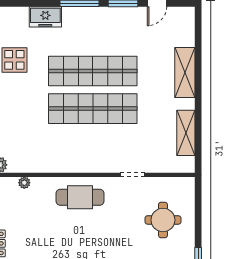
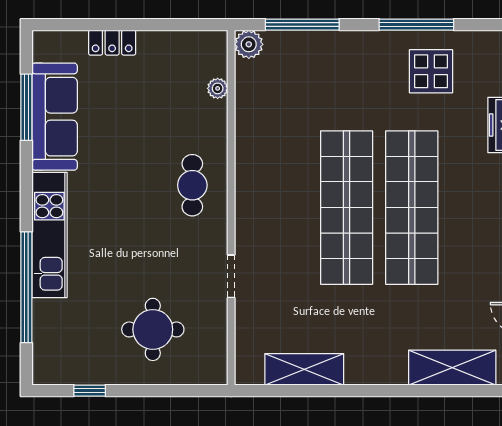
shelving: (185, 72) -> (452, 368), moved
cafe table: (80, 197) -> (192, 185), width x0.73, depth x0.74

